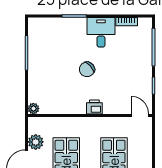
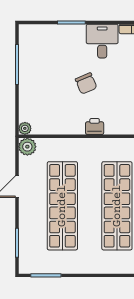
chair: (87, 69) -> (86, 83), turned -72
plant: (36, 142) -> (27, 147), moved

